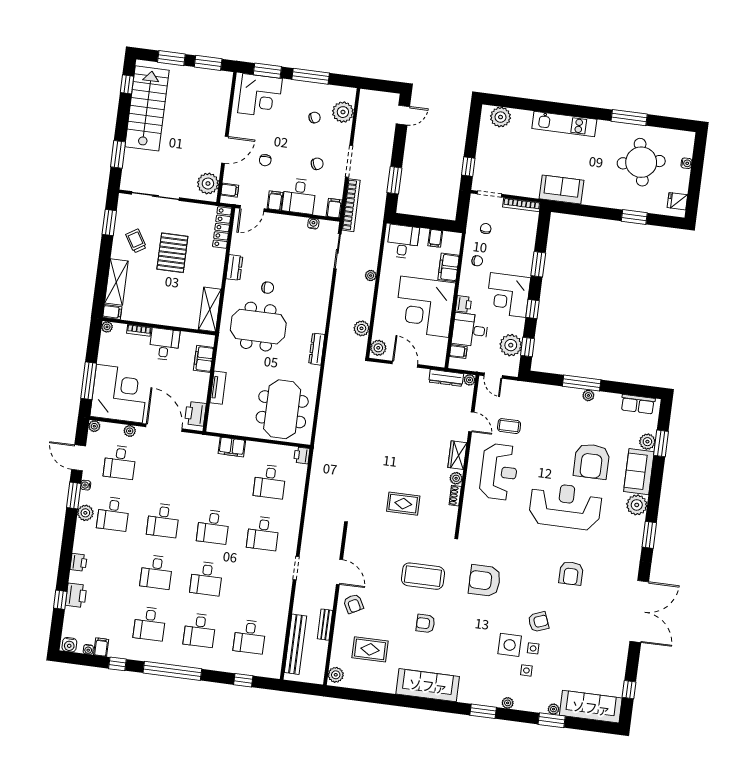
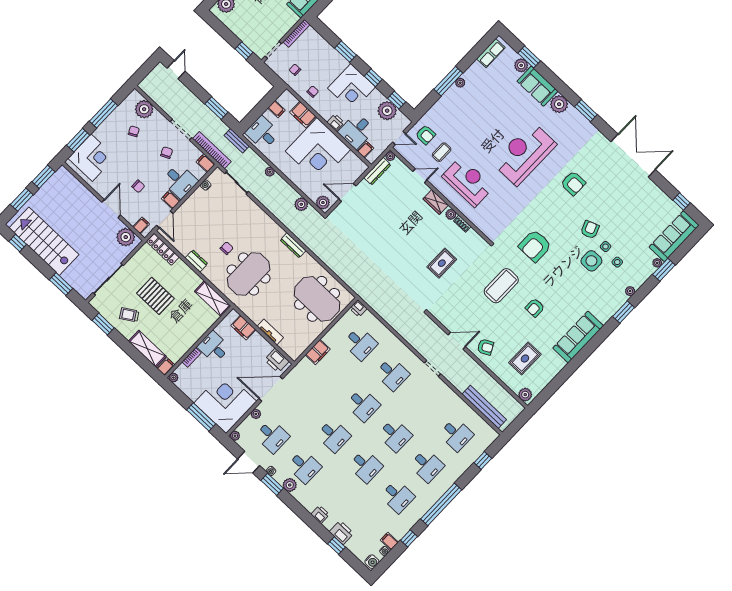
armchair: (592, 461) -> (426, 135), moved, width x0.53, depth x0.53
bench: (325, 625) -> (237, 141), moved

